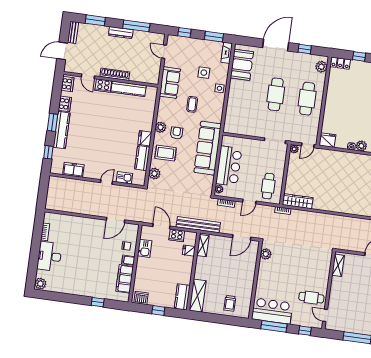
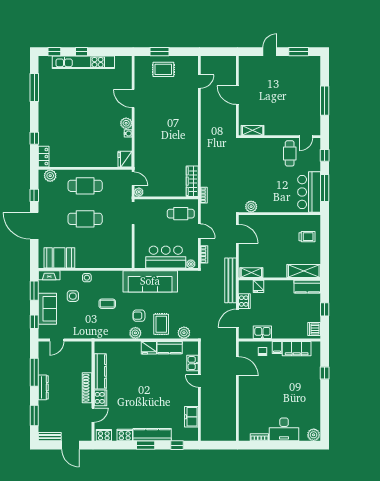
sofa: (170, 83) -> (47, 309), moved, turned 90

